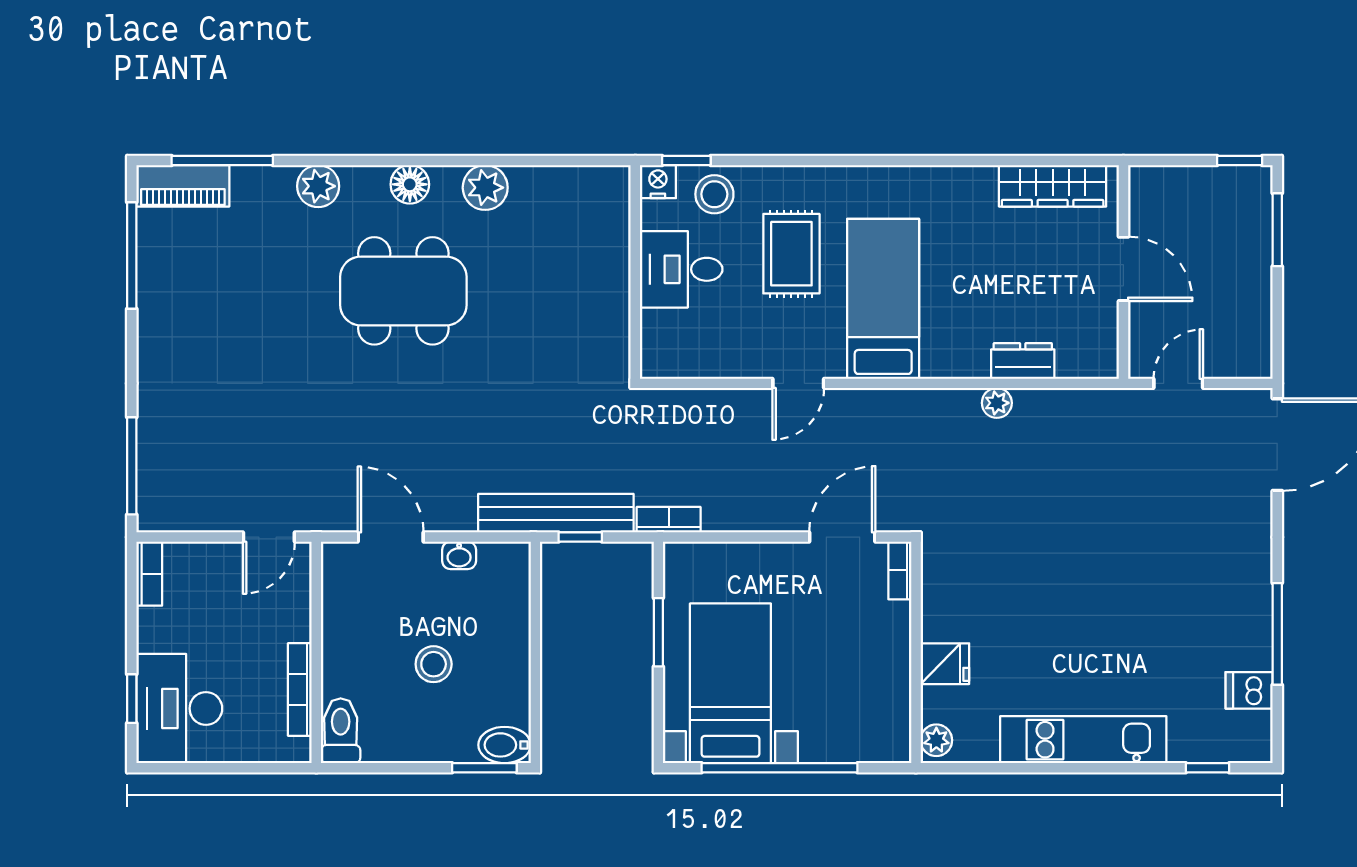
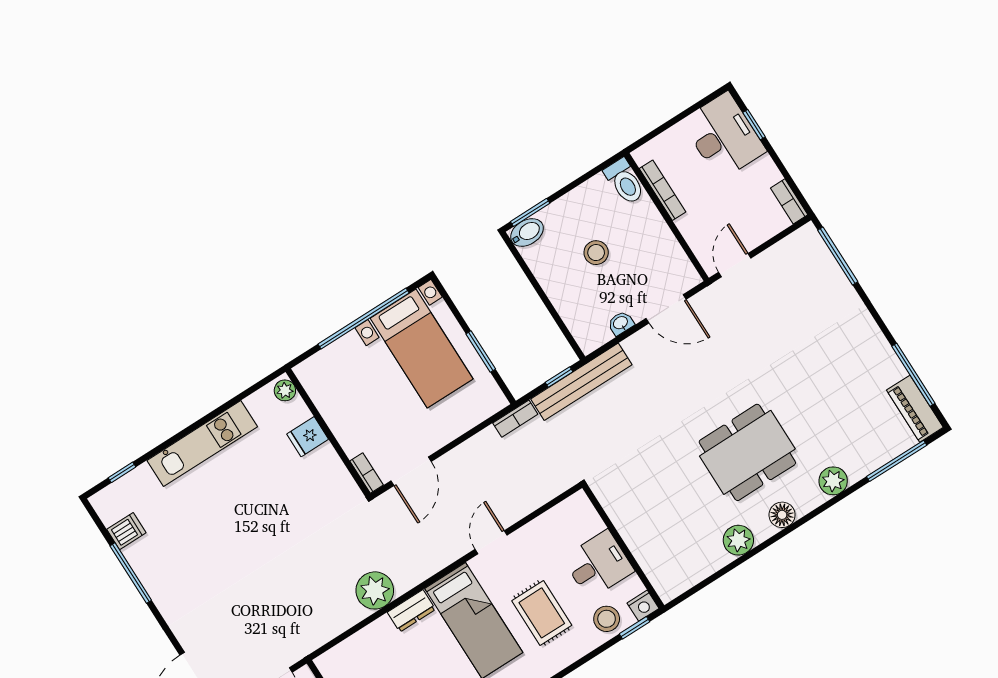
piano: (183, 186) -> (915, 409), moved, turned -90
dresser: (1023, 361) -> (411, 611), moved
plant: (997, 403) -> (375, 590), width x1.88, depth x1.88

